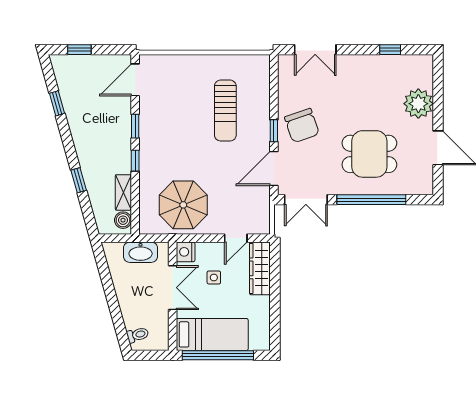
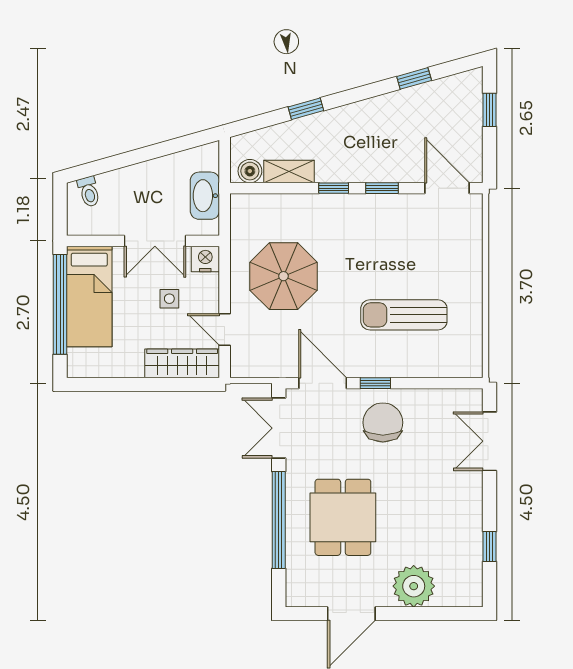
chair: (302, 126) -> (383, 422), turned 109
parasol: (183, 205) -> (283, 276), moved

